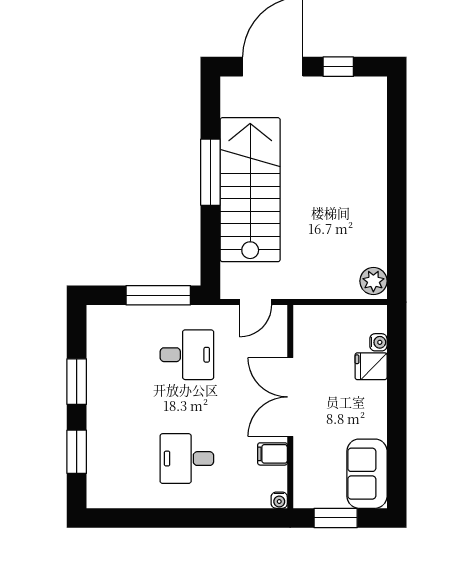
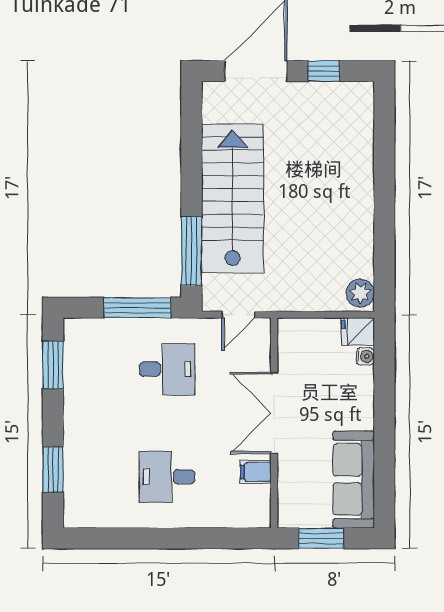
window: (210, 172) -> (191, 251), moved
fridge: (371, 366) -> (358, 332), moved
window: (77, 382) -> (53, 365), moved
sofa: (367, 474) -> (354, 479), width x1.36
water cooler: (279, 500) -> (263, 520), removed

